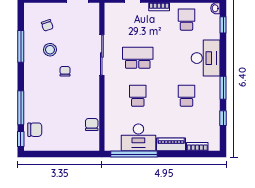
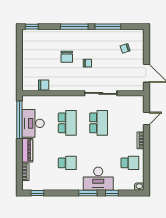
window: (223, 25) -> (112, 193), moved
stool: (50, 50) -> (105, 51), removed
window: (223, 88) -> (88, 193), moved
school desk: (138, 96) -> (67, 123), width x1.85
window: (21, 108) -> (74, 27), moved
window: (223, 118) -> (37, 193), moved
chair: (35, 130) -> (67, 57), moved

